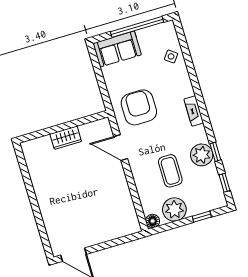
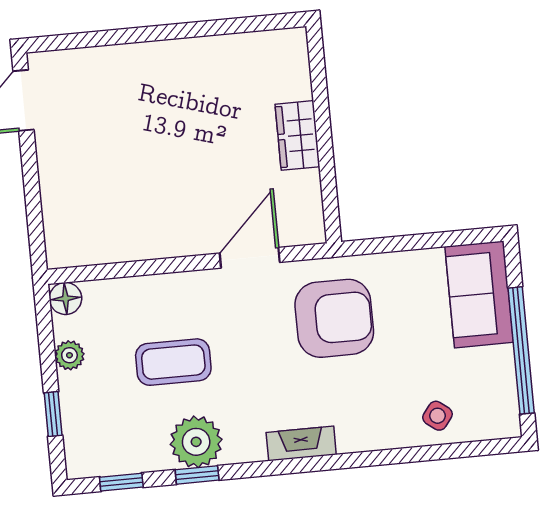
plant: (174, 209) -> (69, 355), width x0.53, depth x0.53

